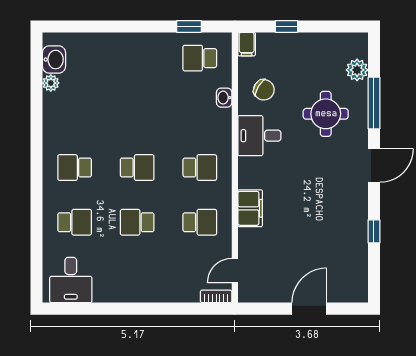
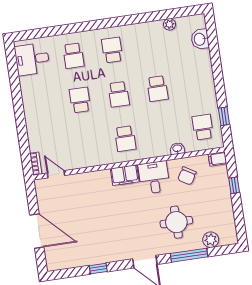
washbasin: (54, 60) -> (200, 39), moved, turned 90
filing cabinet: (250, 208) -> (125, 175), moved
school desk: (200, 222) -> (157, 89), moved
door: (309, 309) -> (37, 231), width x1.36

